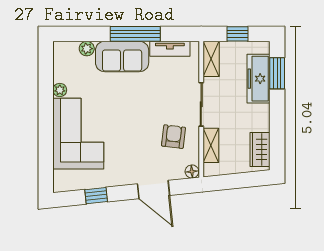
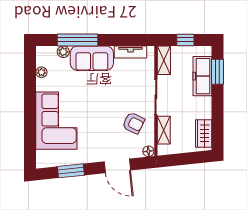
window: (135, 34) -> (78, 40), moved
plant: (60, 90) -> (41, 72), moved
armchair: (173, 137) -> (133, 123), turned 109
window: (96, 196) -> (71, 171), width x1.50

